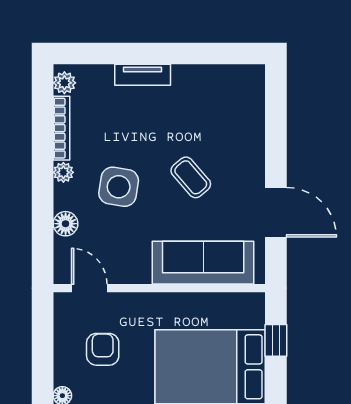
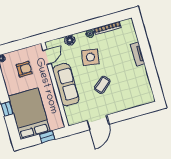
plant: (64, 83) -> (126, 24), removed
sofa: (203, 263) -> (66, 85), moved

